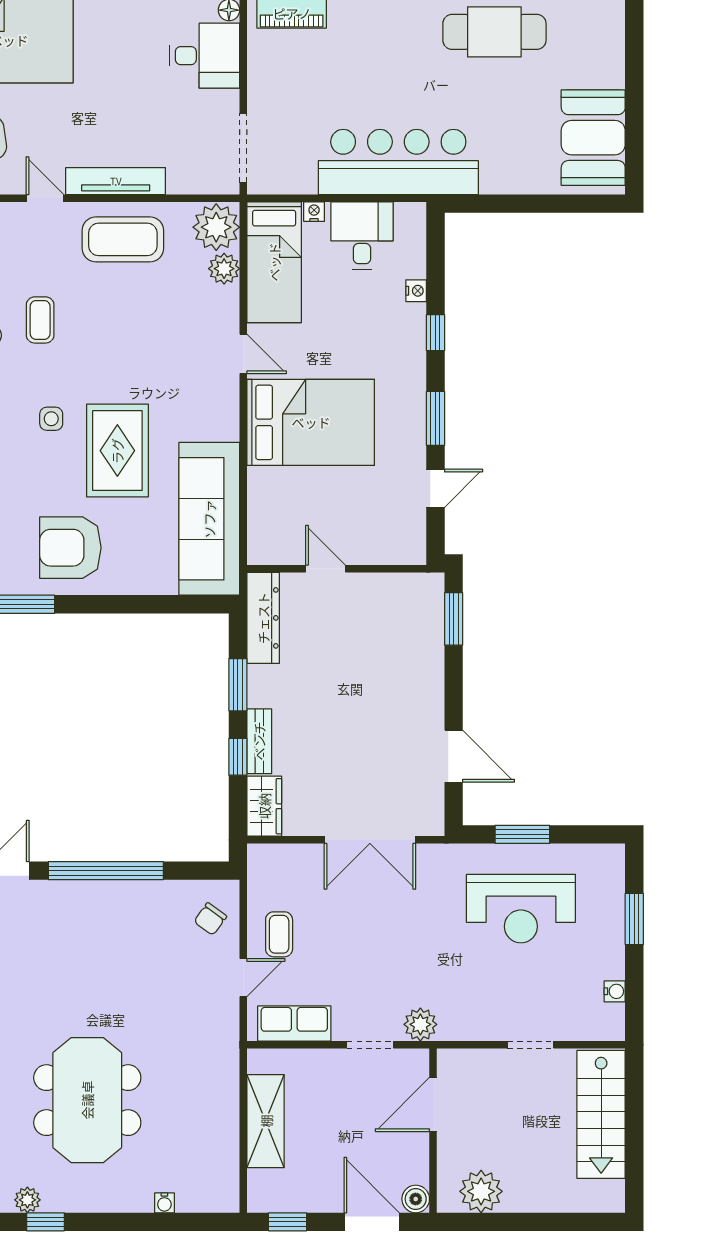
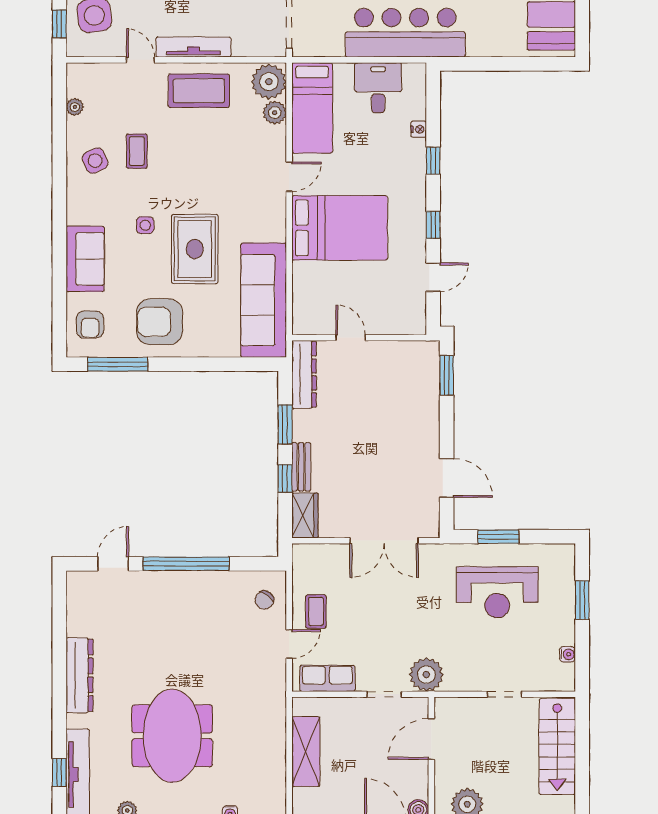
nightstand: (314, 212) -> (342, 70), removed
door: (243, 354) -> (289, 177), hinge flipped
window: (435, 418) -> (433, 225), width x0.67
plant: (420, 1024) -> (426, 675), width x1.36, depth x1.36

